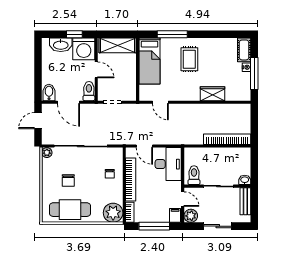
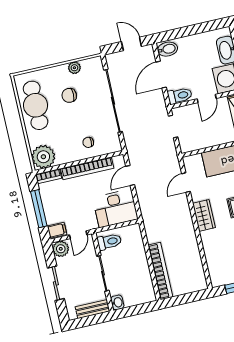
wardrobe: (212, 94) -> (204, 215), moved
plant: (47, 153) -> (74, 68), moved

